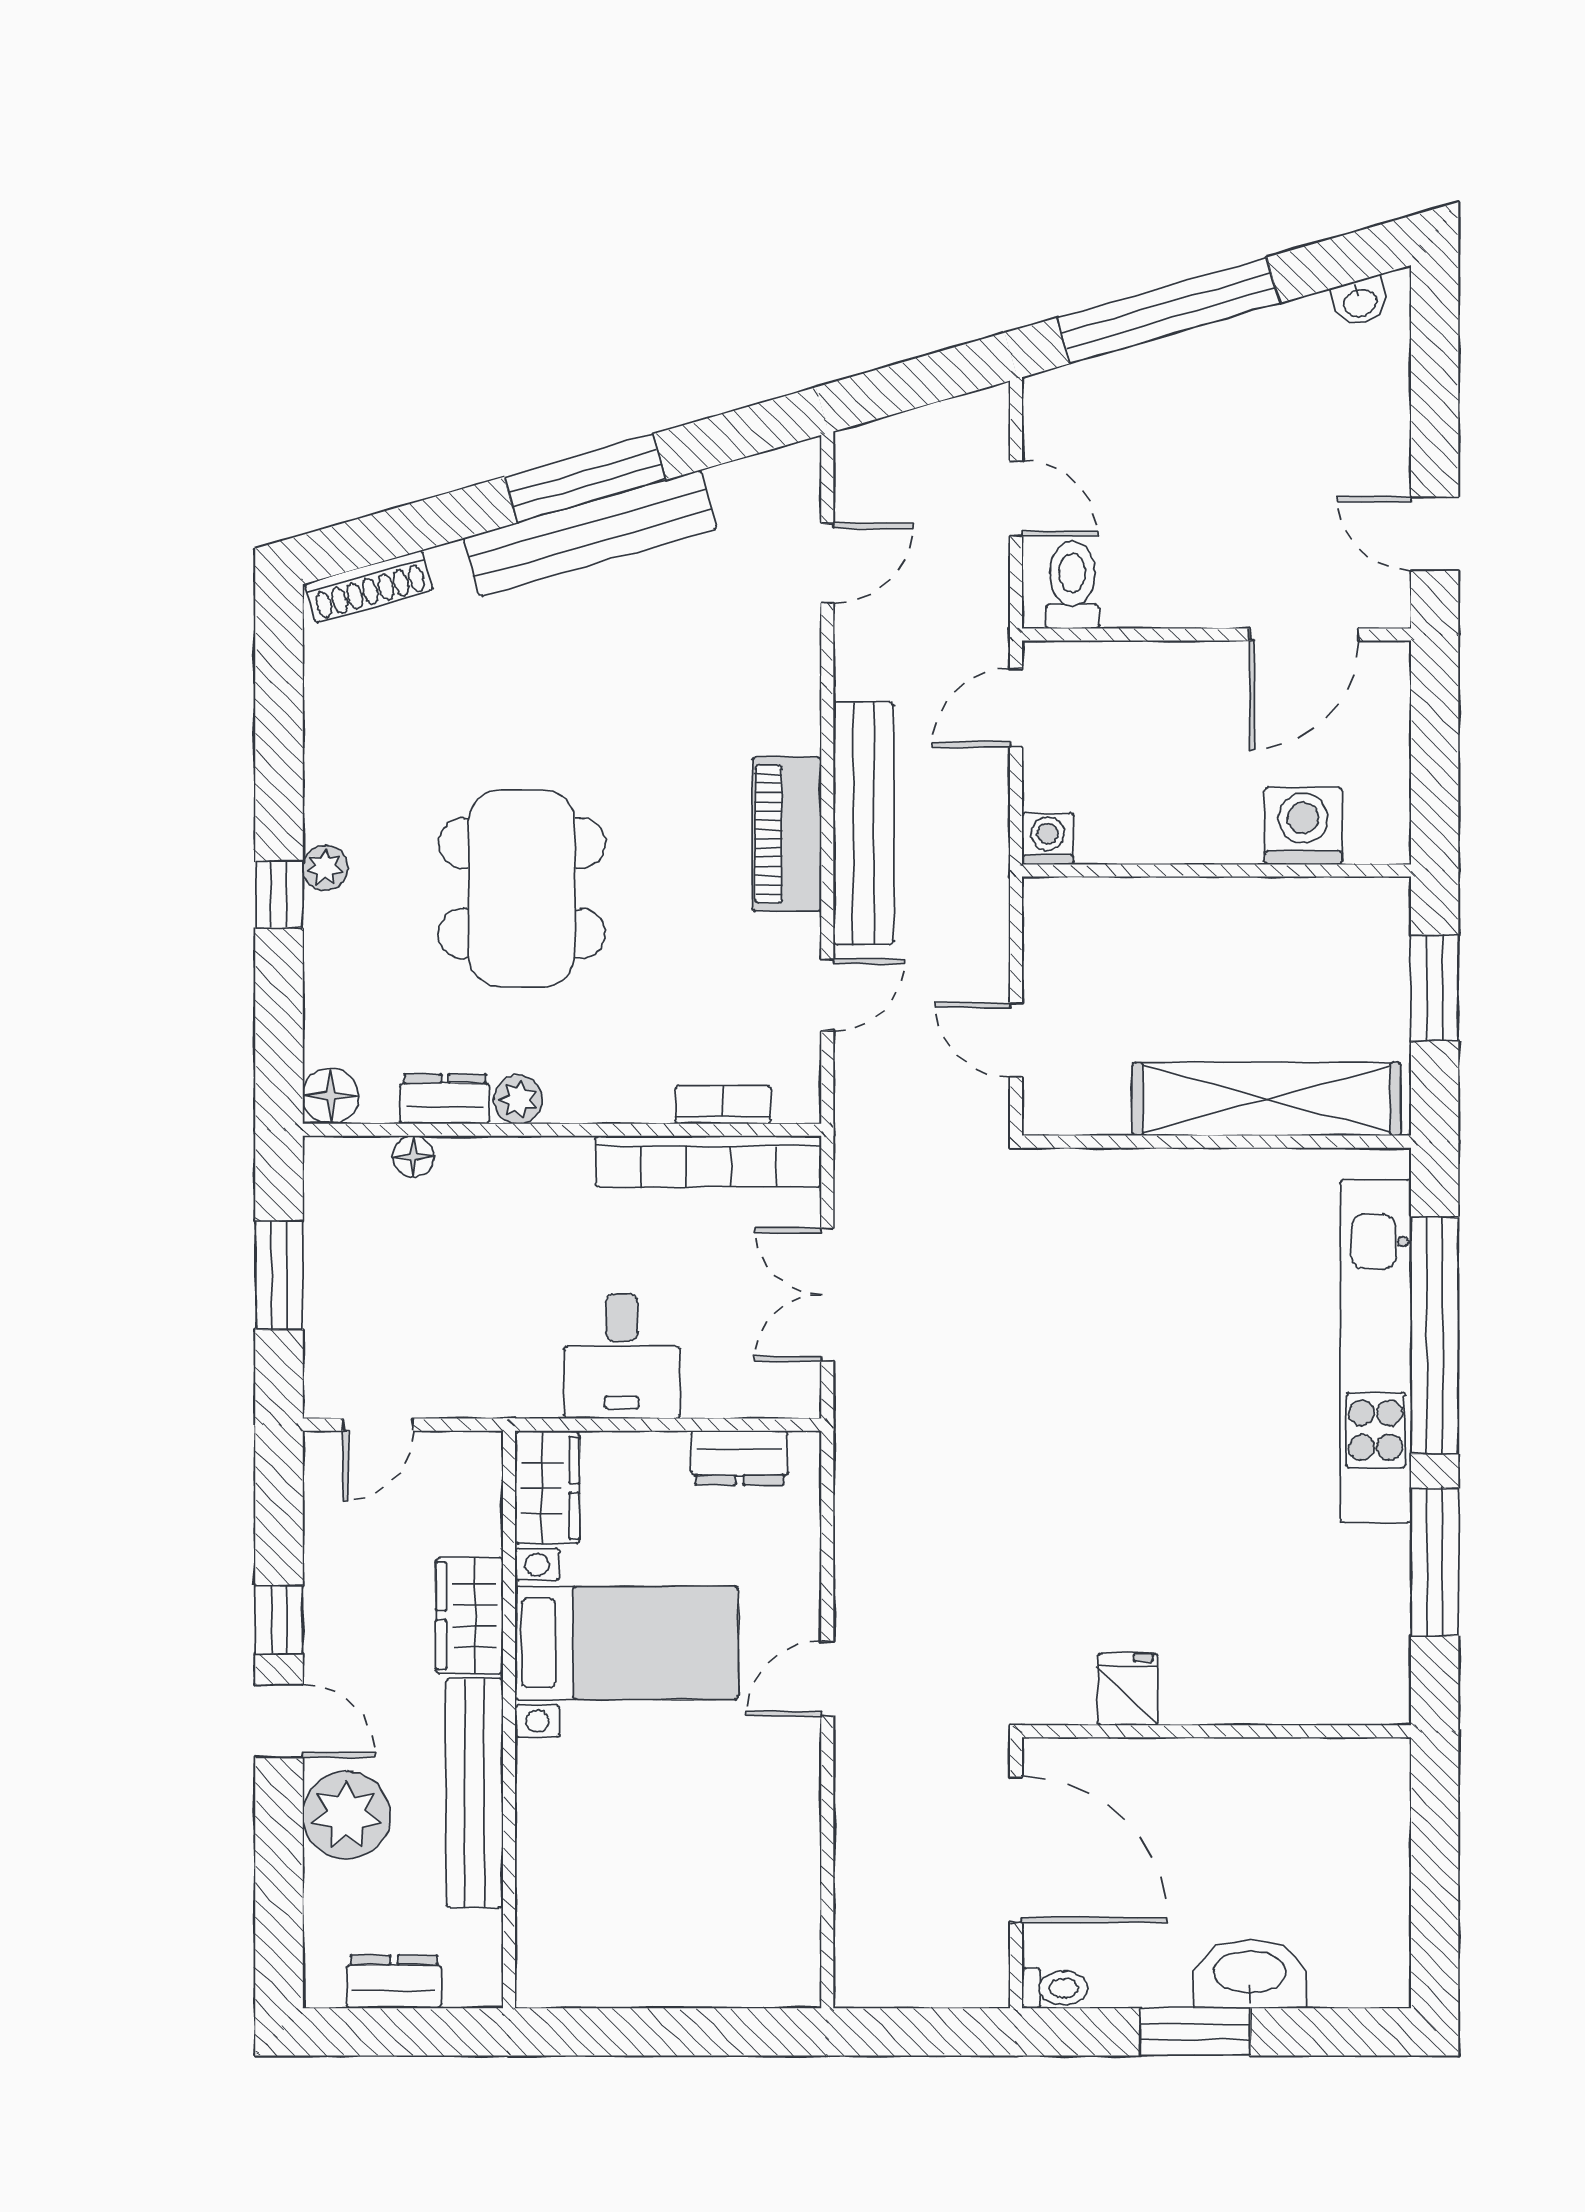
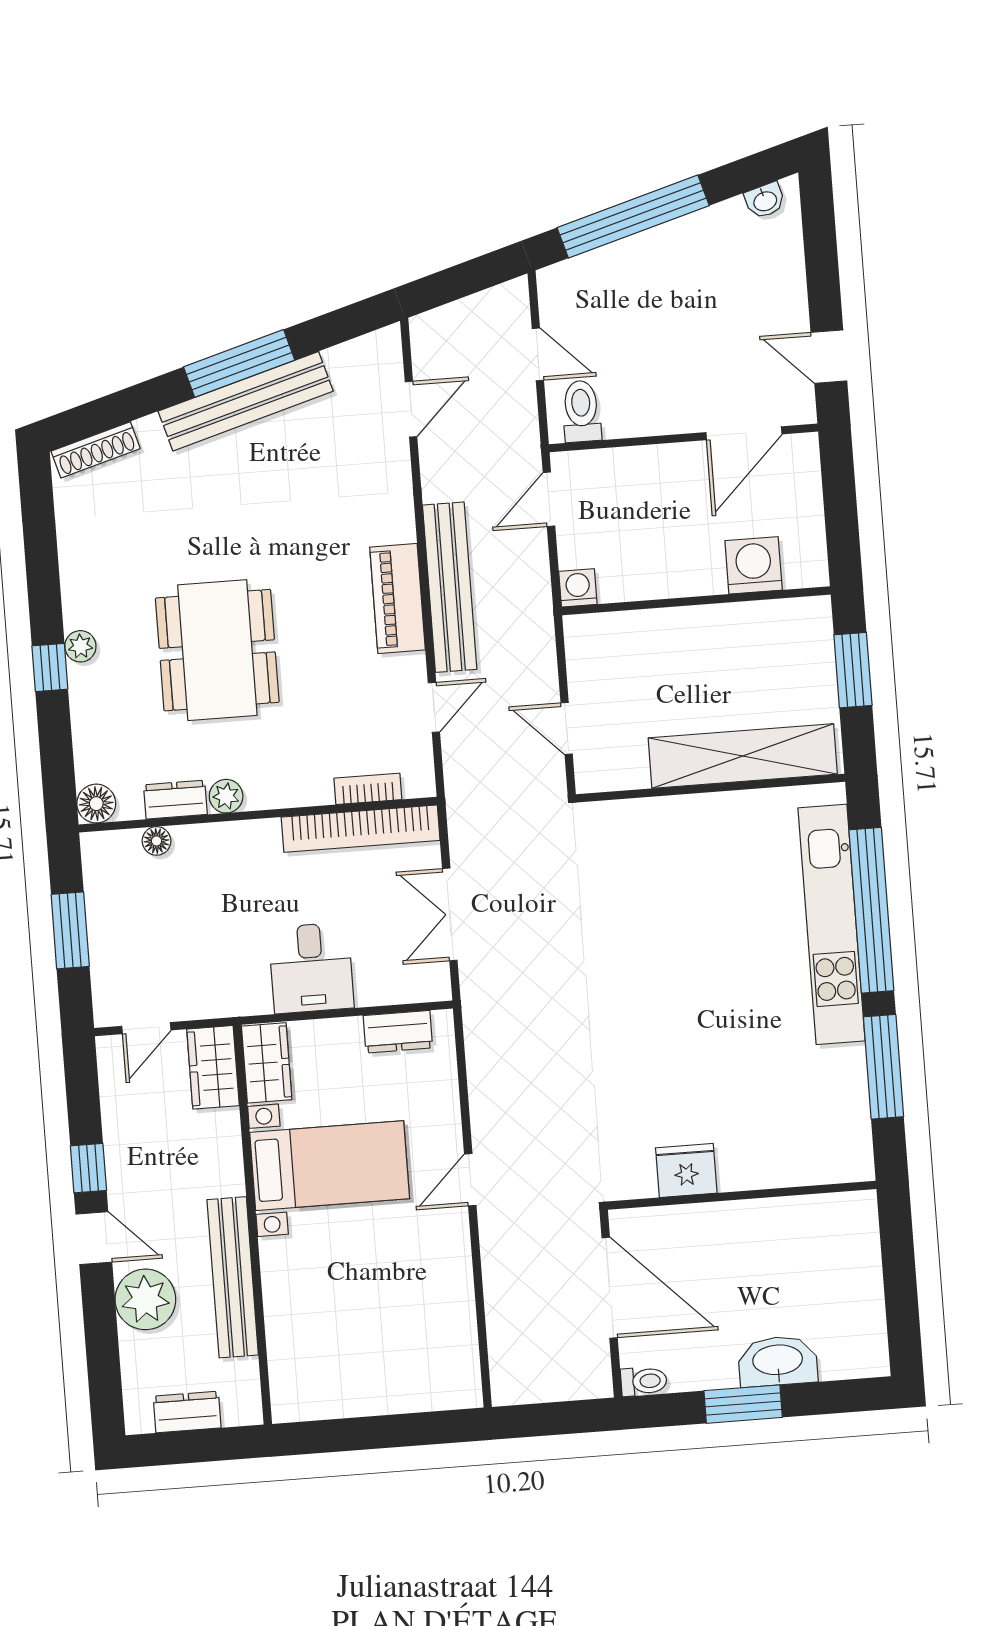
wardrobe: (469, 1616) -> (213, 1067), moved
fridge: (1128, 1689) -> (686, 1170), width x1.38

